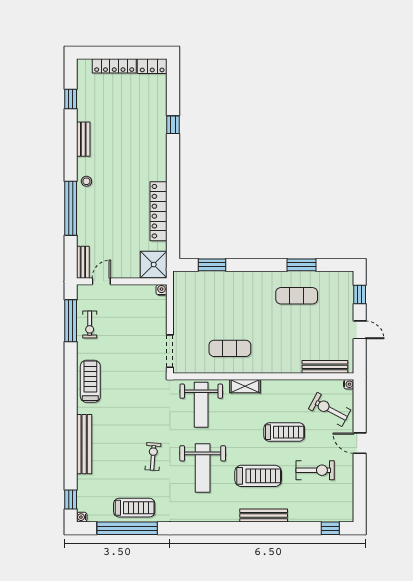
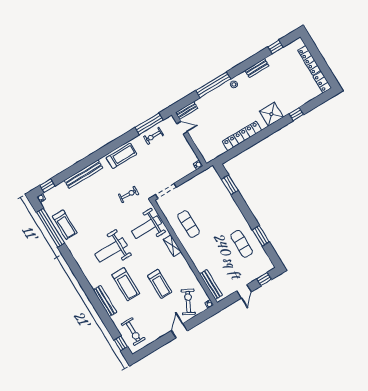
shower: (154, 264) -> (271, 114), moved
exercise bike: (153, 457) -> (128, 194), moved
exercise bike: (315, 470) -> (133, 332), moved

